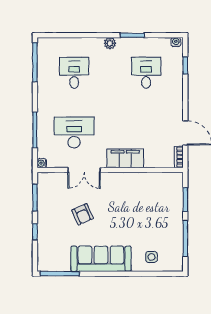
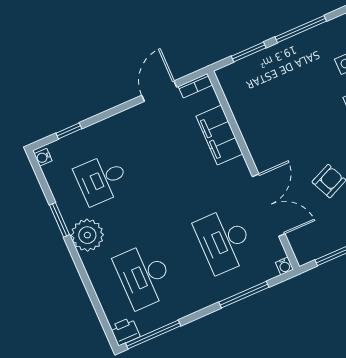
plant: (110, 43) -> (87, 235), width x1.87, depth x1.87
printer: (44, 46) -> (125, 331), added
desk: (74, 73) -> (144, 276), width x1.37
filing cabinet: (125, 158) -> (219, 135), moved
double door: (84, 170) -> (269, 205), width x1.37

